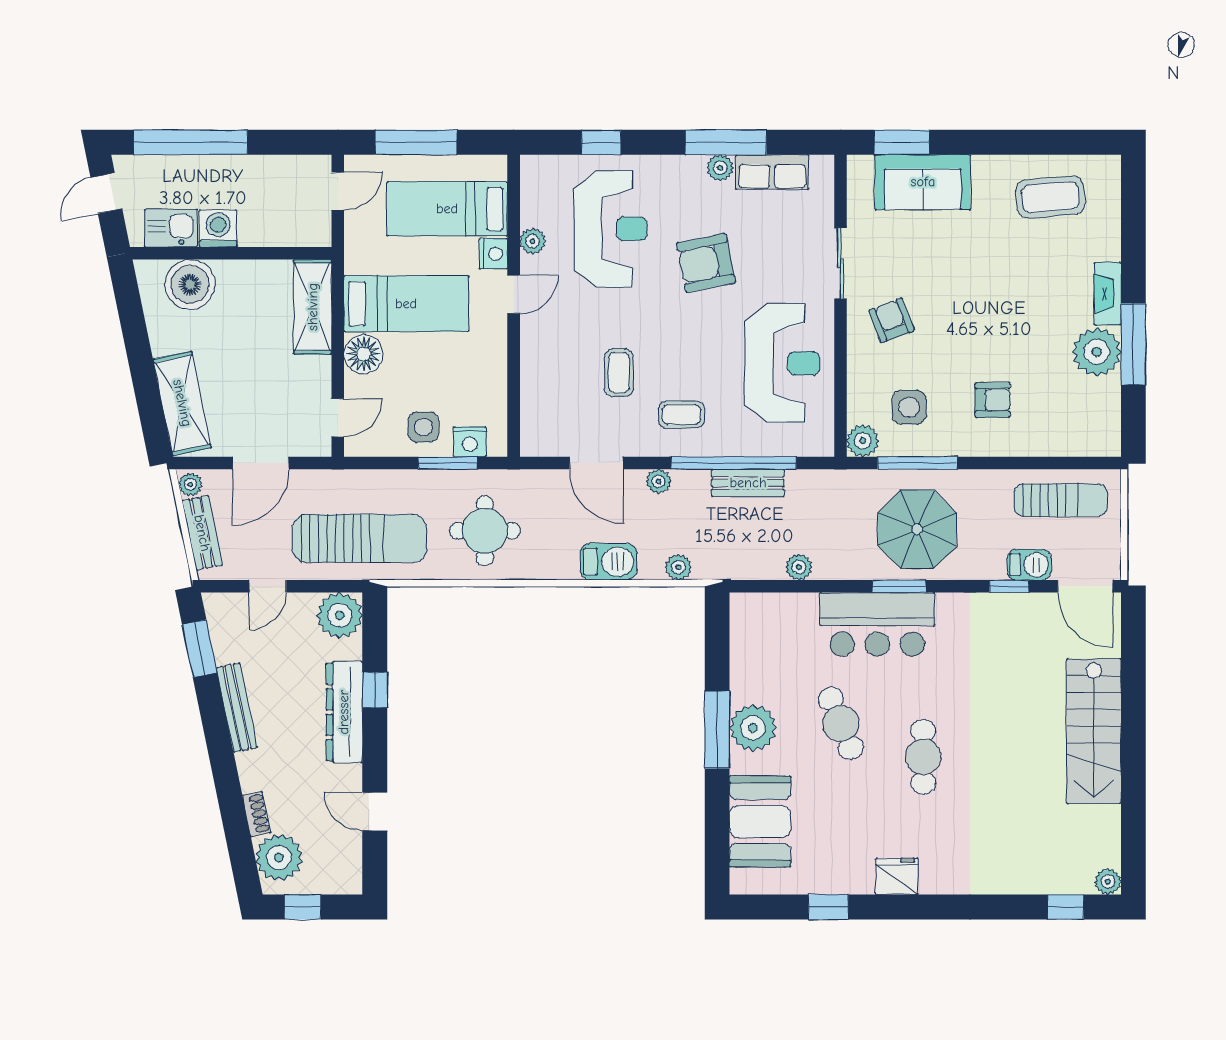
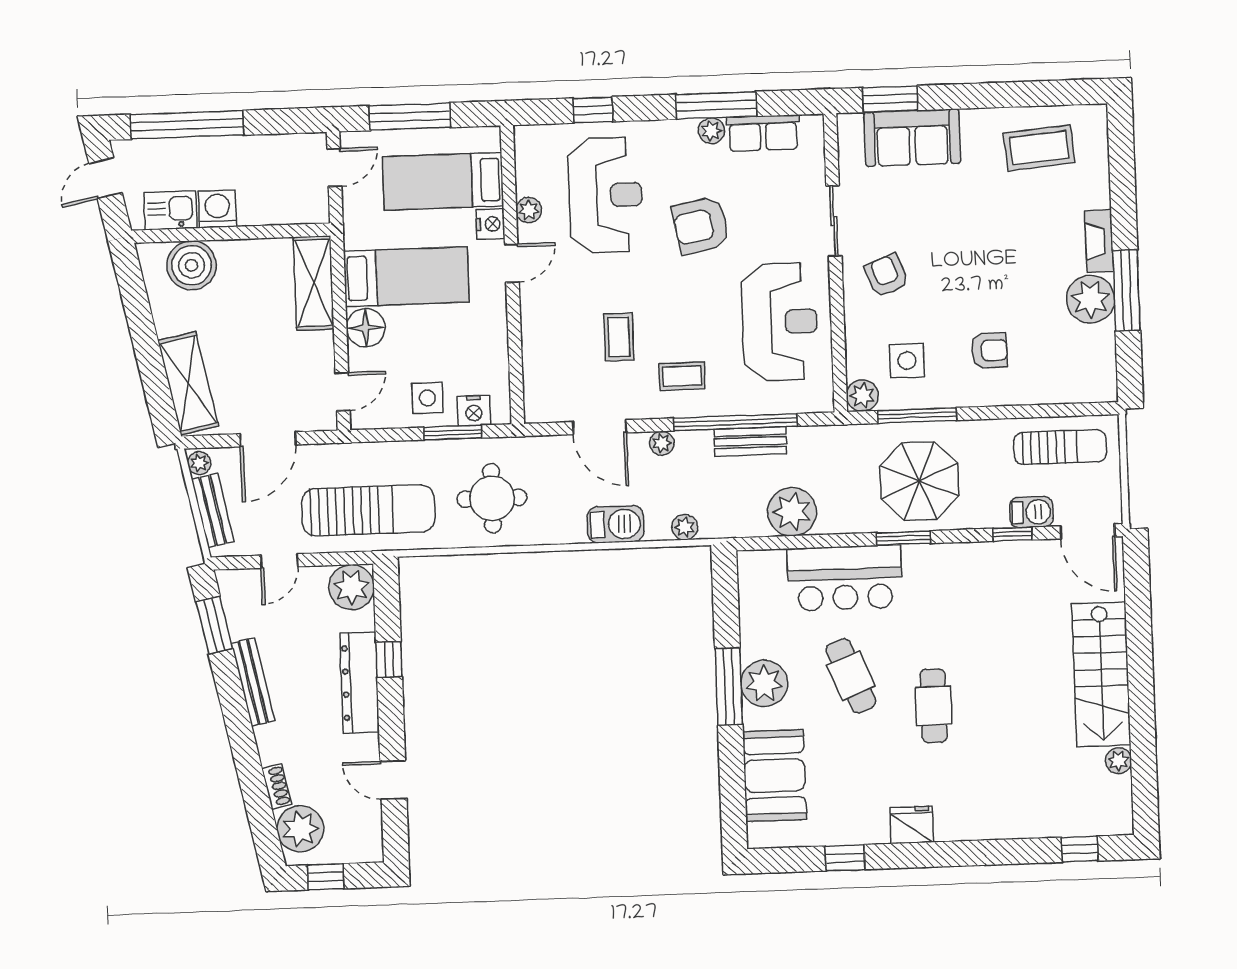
plant: (799, 567) -> (792, 512), width x1.87, depth x1.87
bar counter: (877, 624) -> (845, 578), moved
plant: (1108, 882) -> (1118, 761), moved

